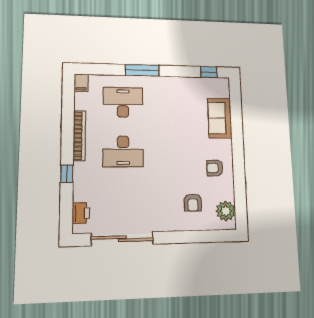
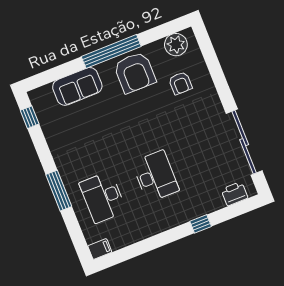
bookcase: (79, 136) -> (157, 228), removed
window: (238, 156) -> (111, 51), added
armchair: (215, 168) -> (135, 73), width x1.88, depth x1.88
armchair: (193, 202) -> (180, 83), turned 90

